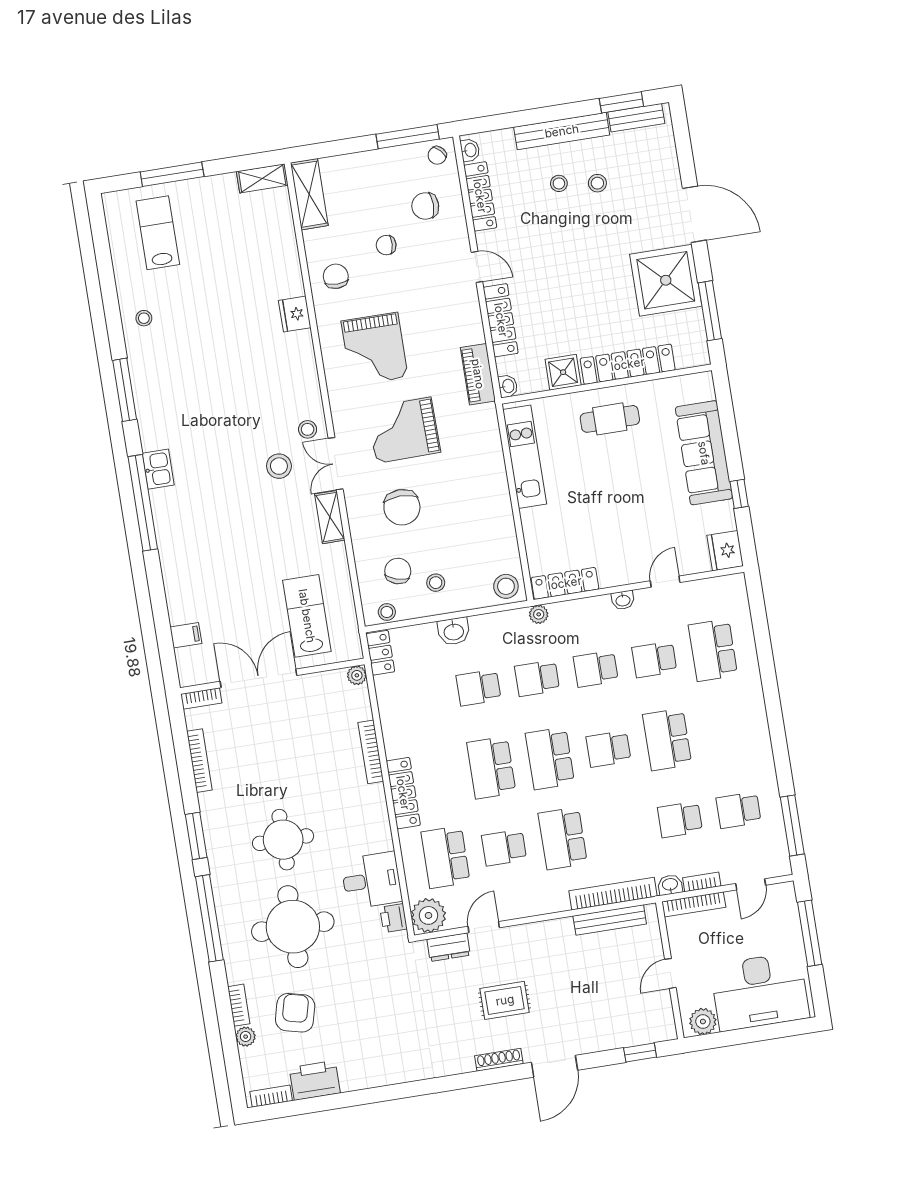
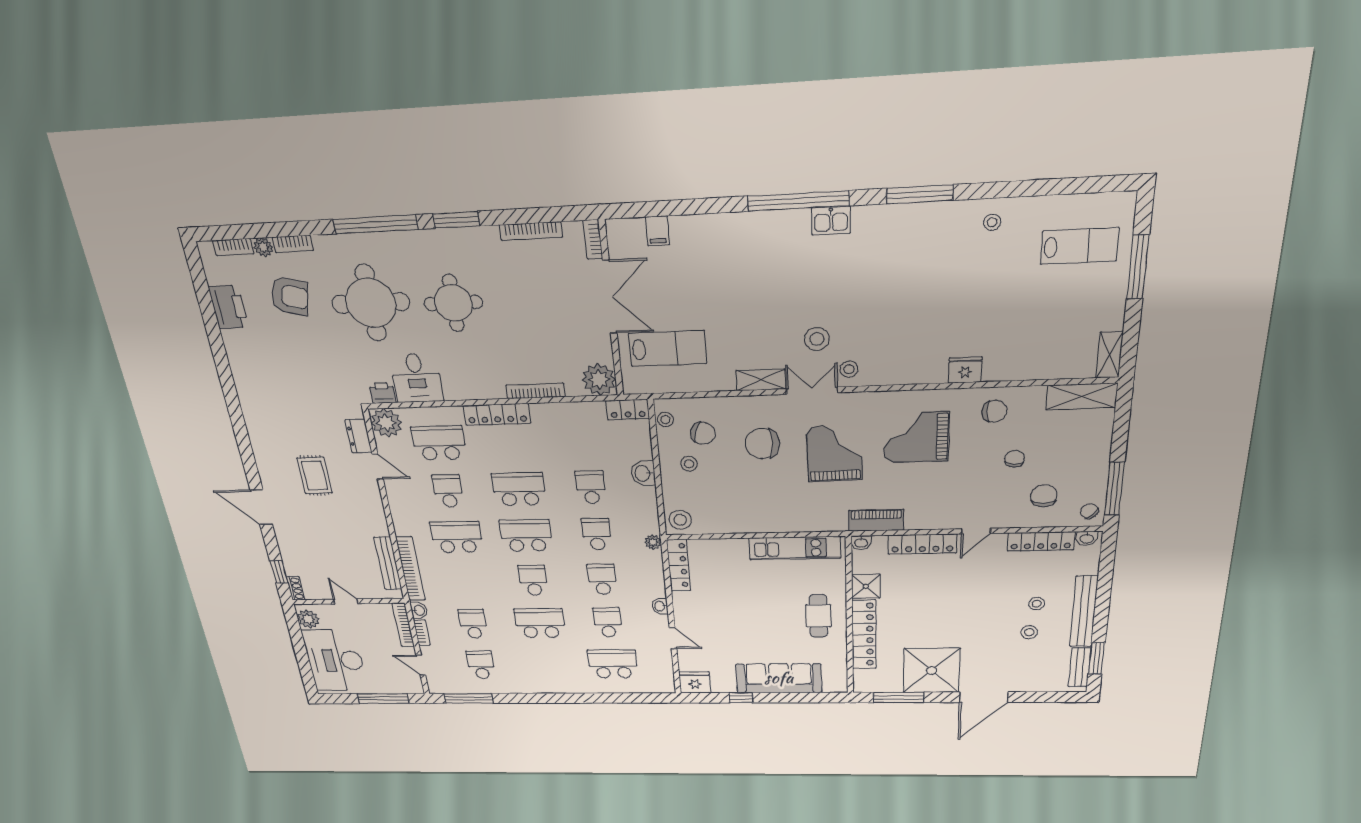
plant: (357, 675) -> (599, 380), width x1.88, depth x1.88
shoe rack: (499, 1060) -> (296, 588), moved, width x0.70
bookcase: (271, 1096) -> (233, 247), moved, turned 90

